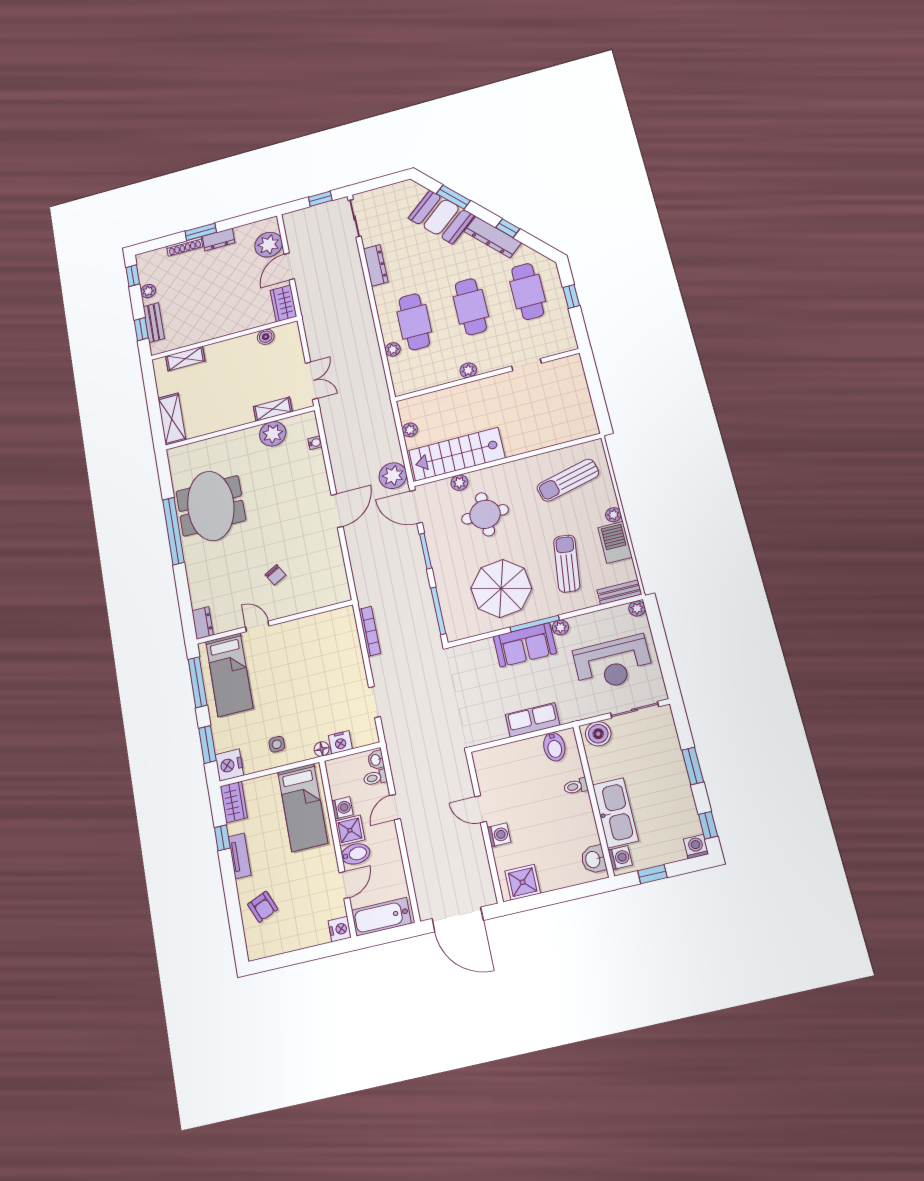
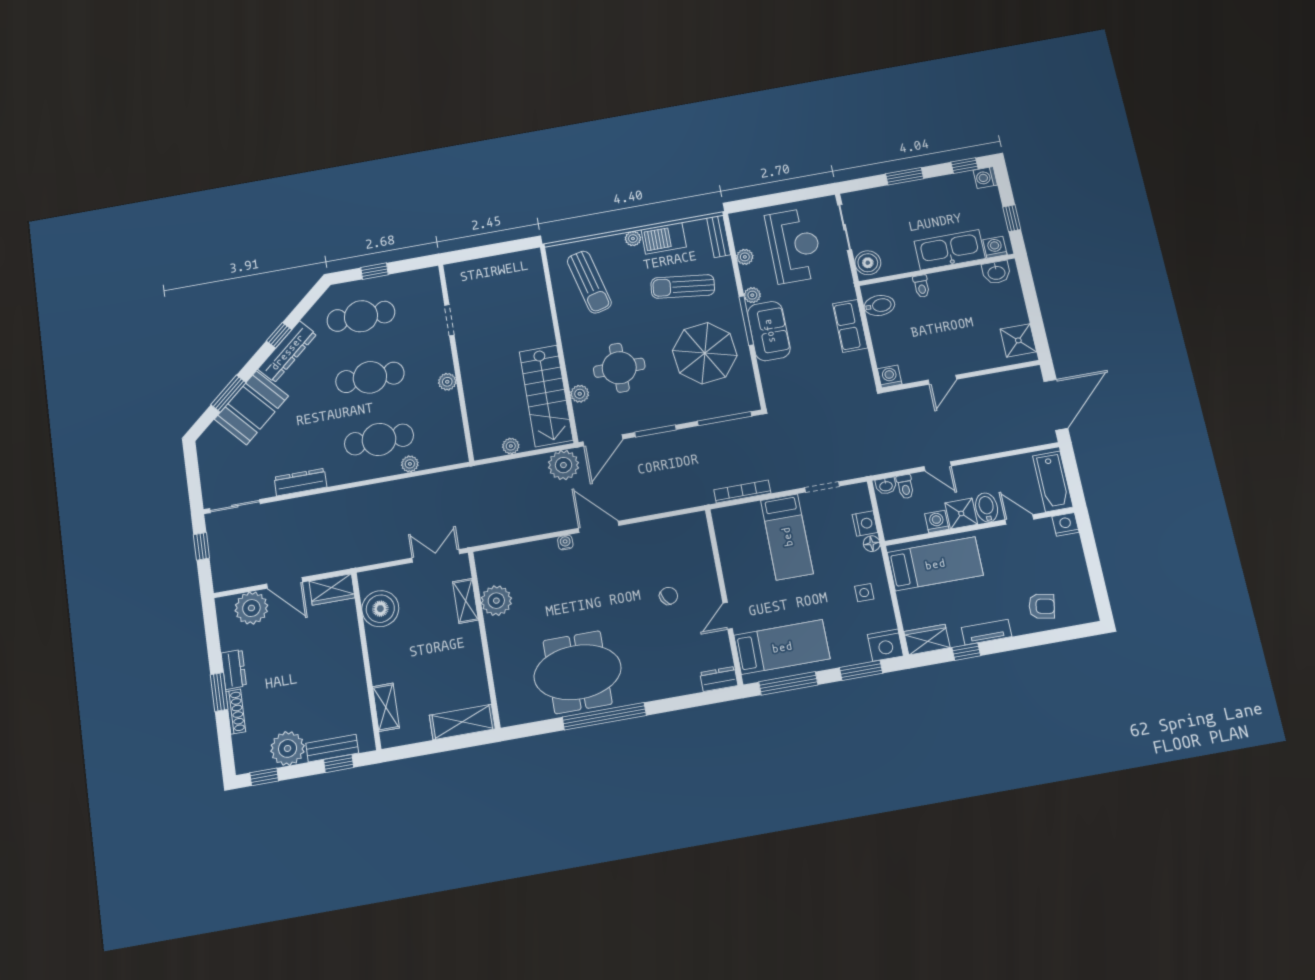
plant: (148, 291) -> (288, 748), width x1.88, depth x1.88
boiler: (266, 337) -> (380, 609), width x1.86, depth x1.86
water cooler: (315, 443) -> (565, 542), moved
plant: (637, 608) -> (745, 257), moved
bed: (328, 673) -> (787, 537), added
washing machine: (499, 835) -> (890, 376), moved
armchair: (263, 907) -> (1042, 606), turned 34

